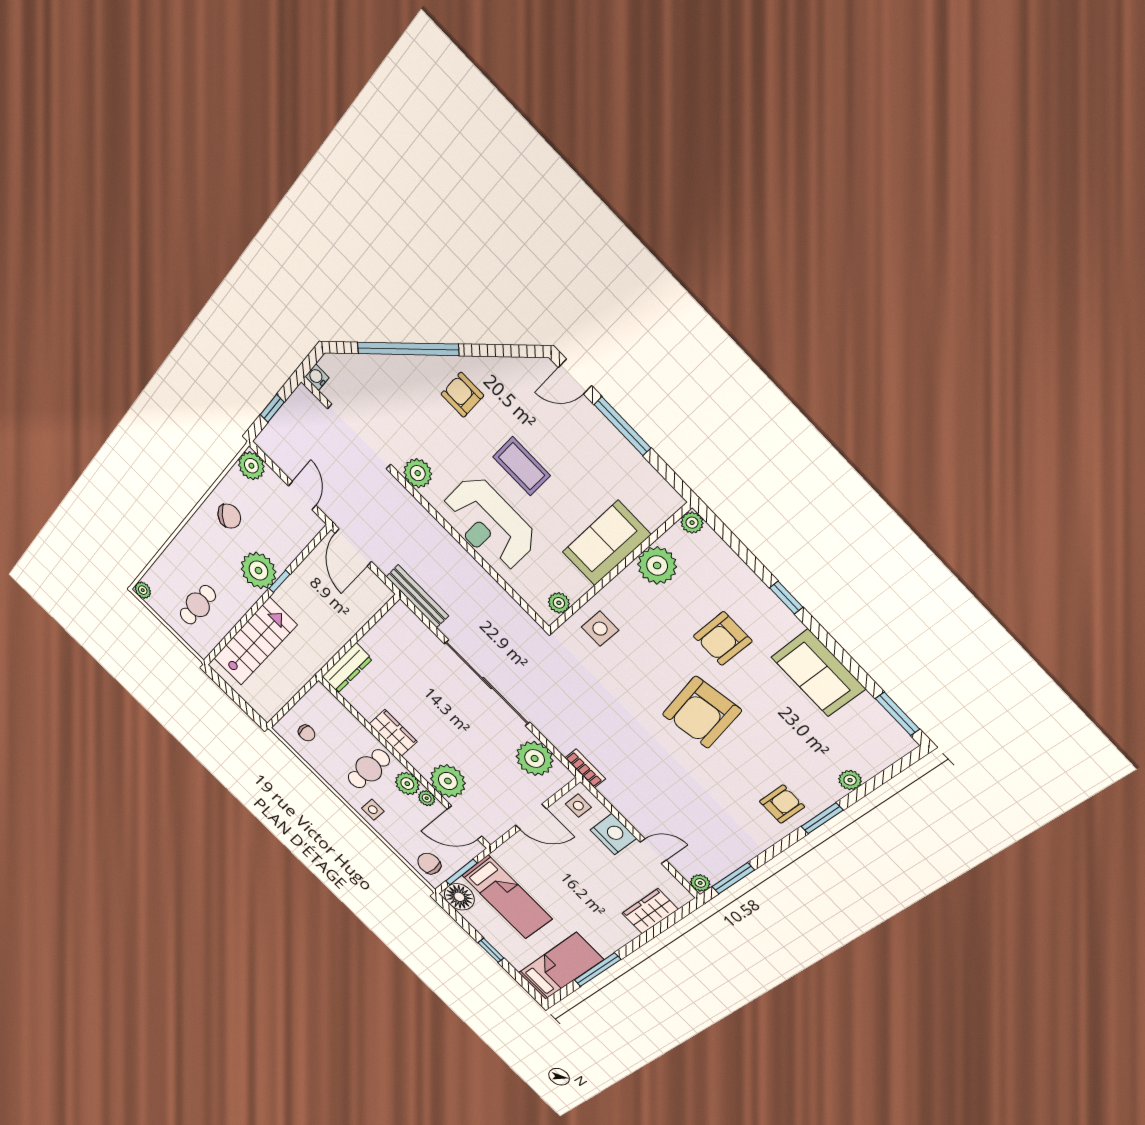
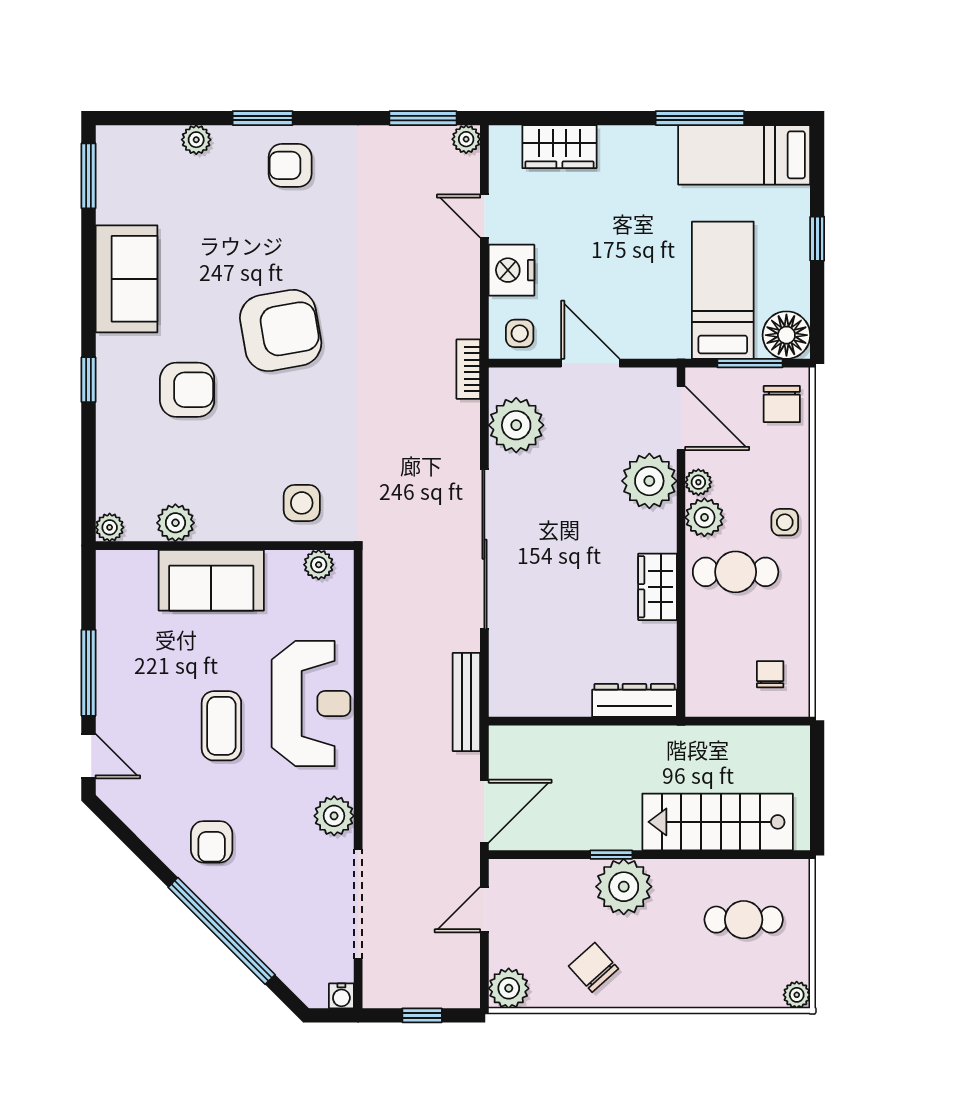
plant: (657, 565) -> (175, 523), width x0.73, depth x0.73

